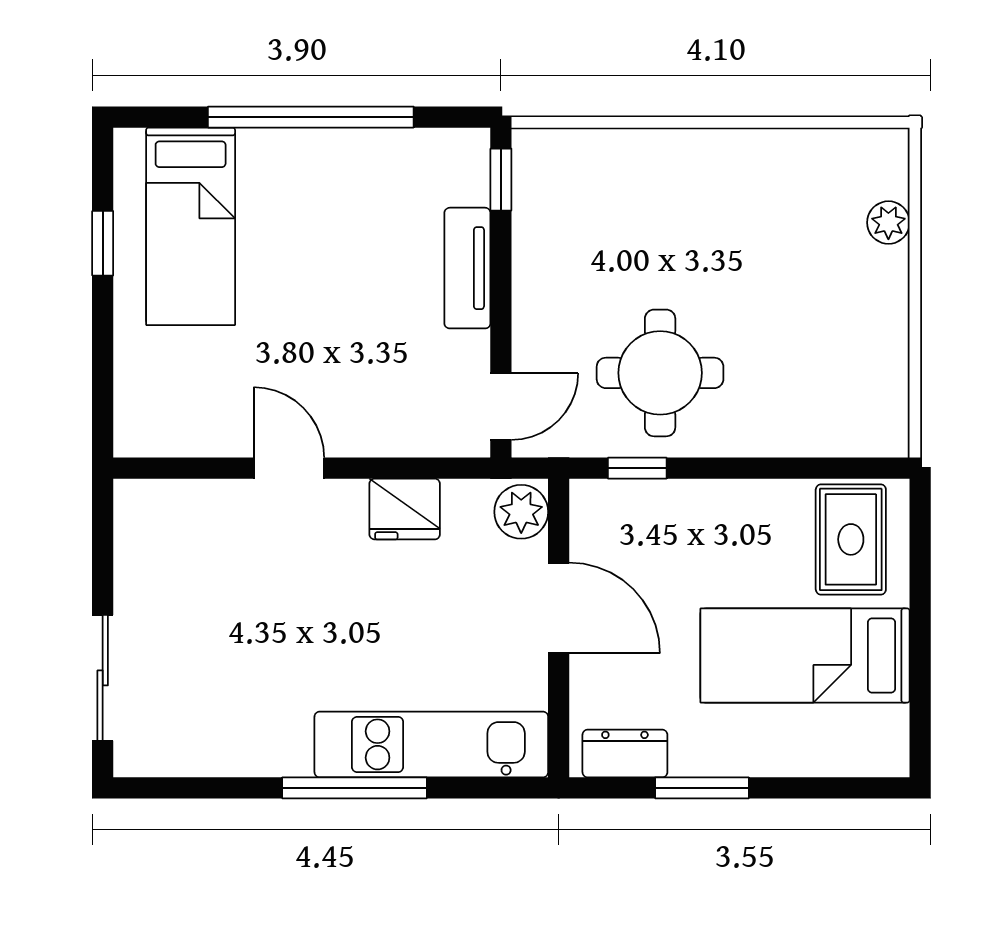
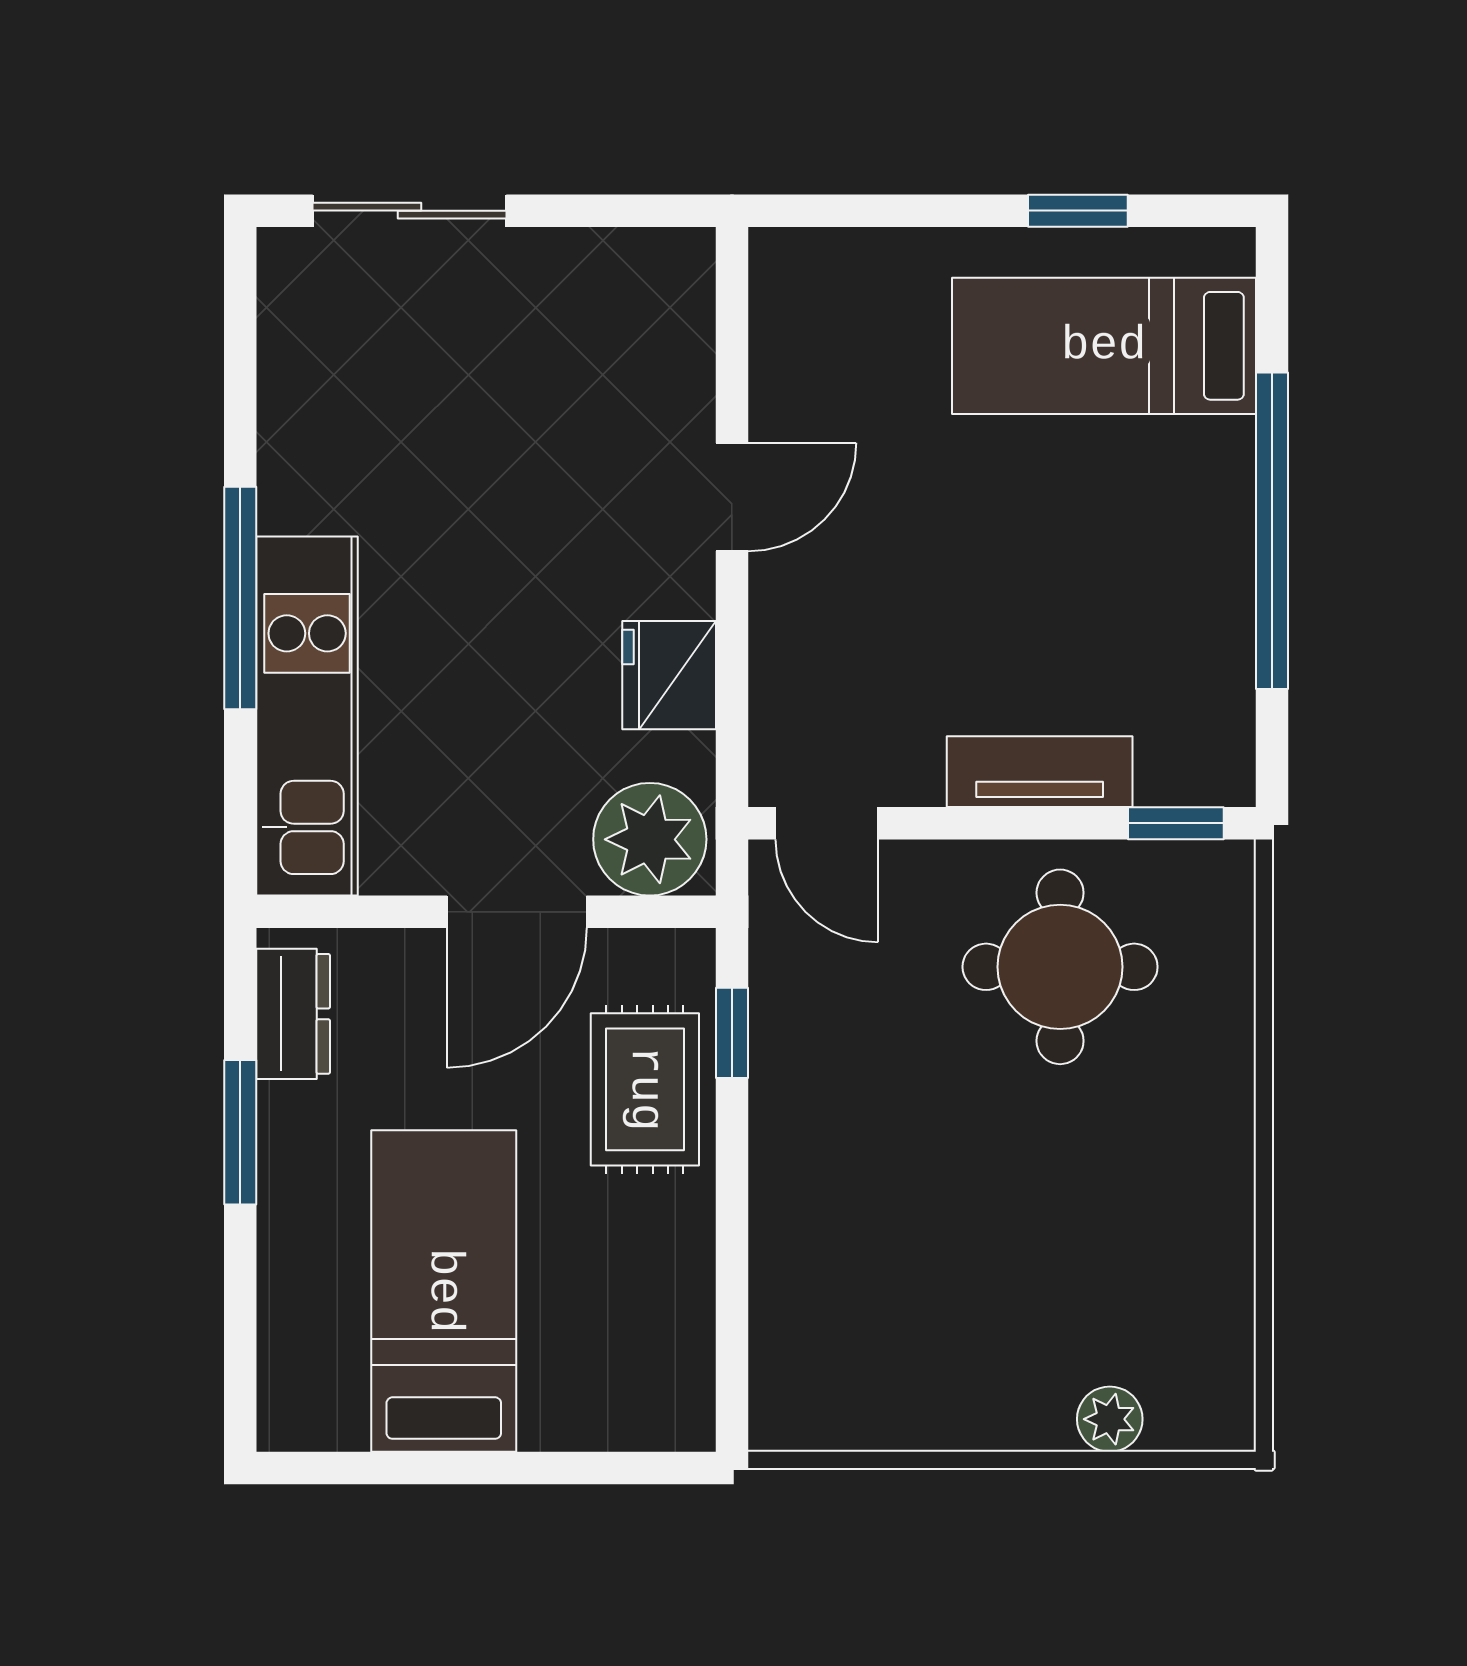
round table: (660, 373) -> (1060, 967), moved
plant: (521, 512) -> (650, 839), width x1.36, depth x1.36
rug: (851, 539) -> (645, 1089), moved, turned 90

